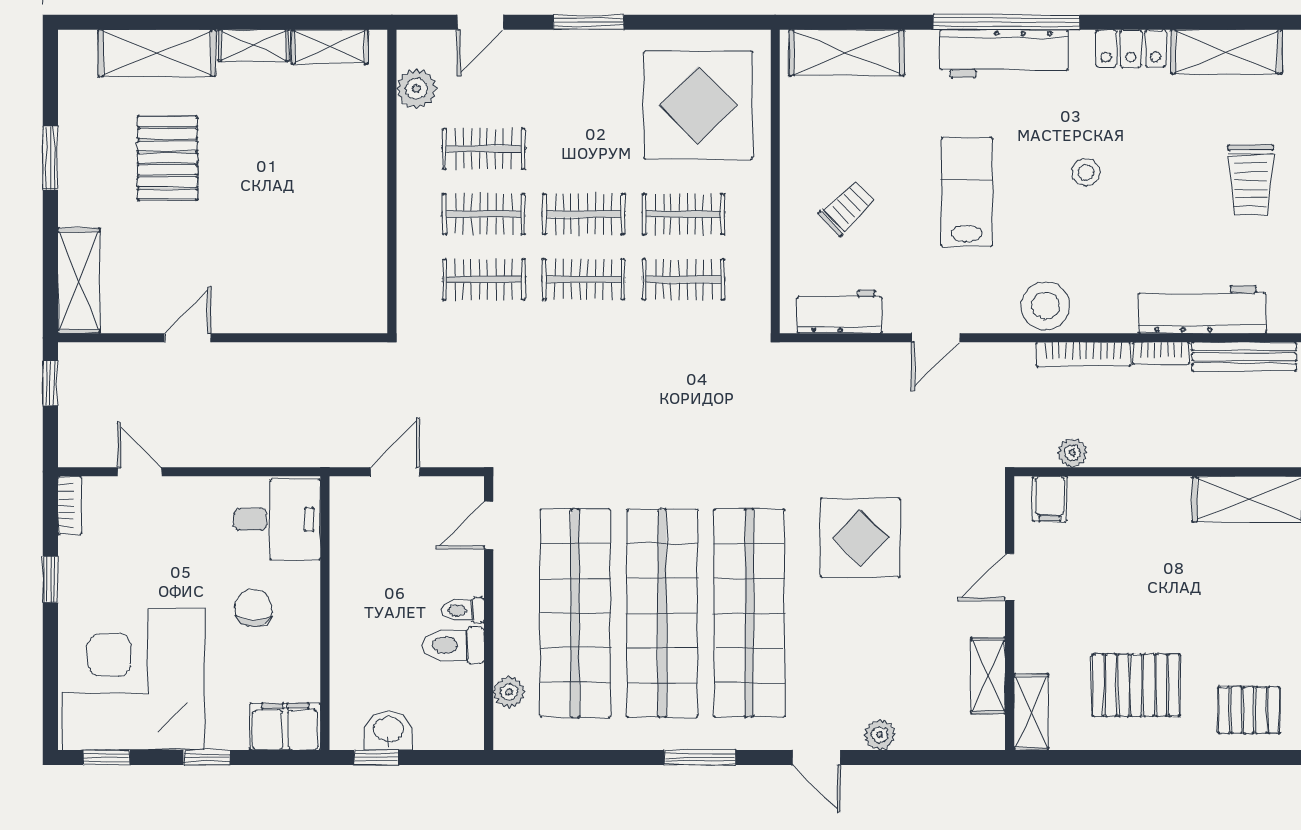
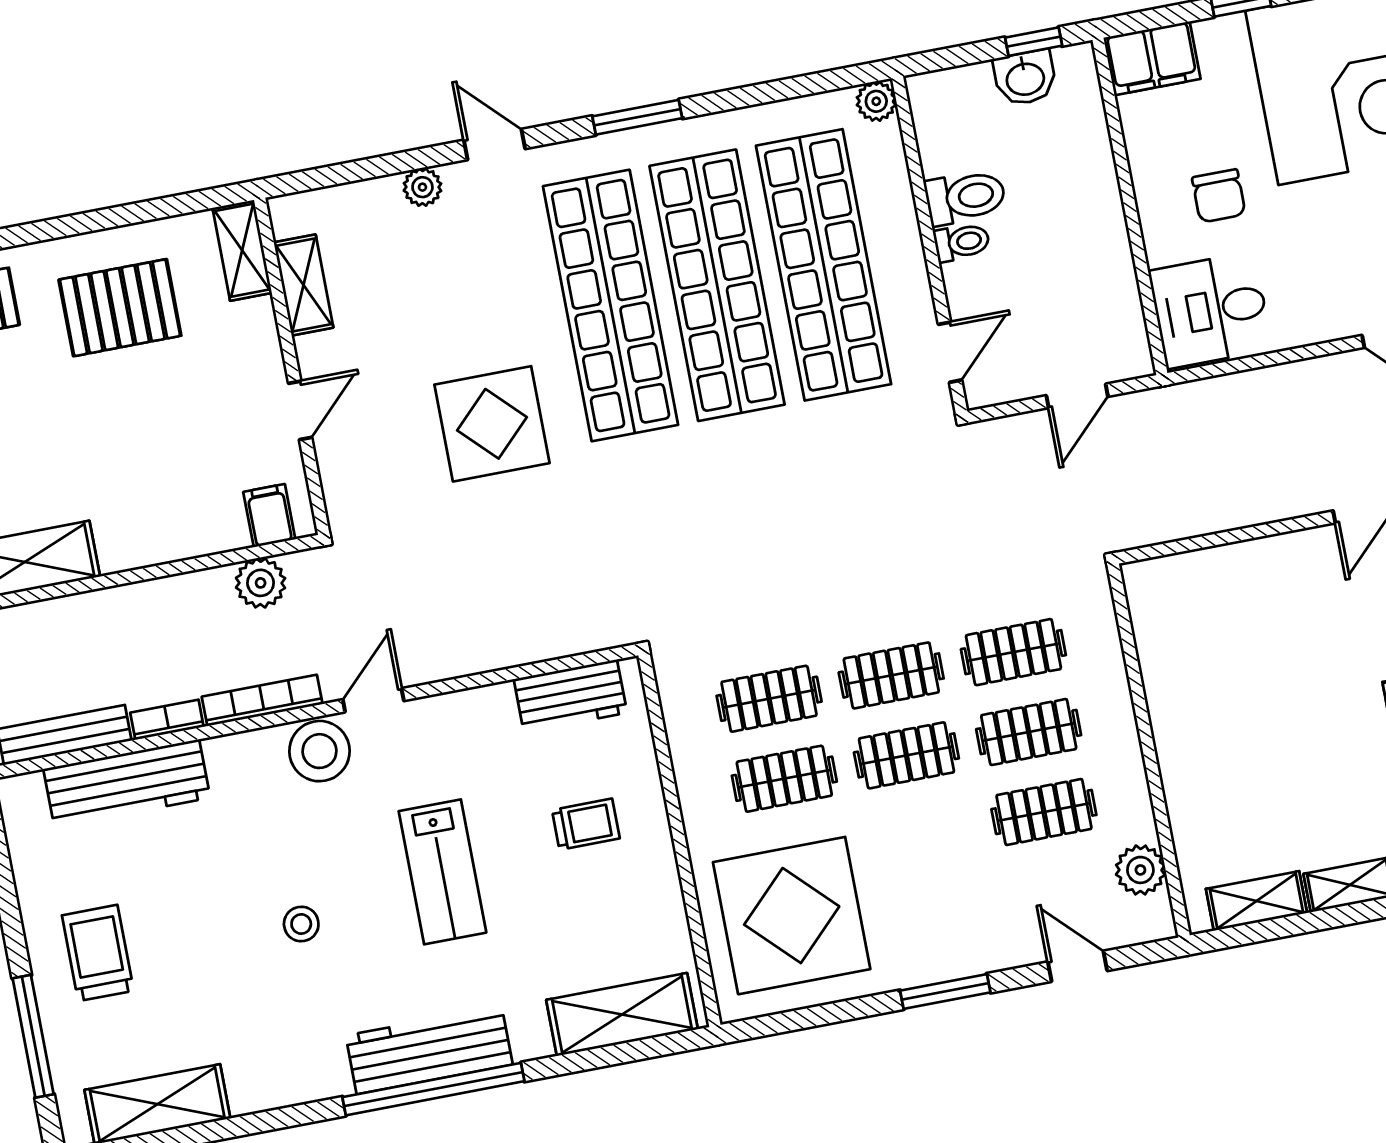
door: (480, 22) -> (1078, 966), hinge flipped
locker: (1131, 48) -> (275, 1086), removed
trolley: (847, 208) -> (586, 824), turned -136
door: (935, 338) -> (373, 700), moved
plant: (1072, 453) -> (261, 583), width x1.38, depth x1.38
plant: (509, 692) -> (876, 101), moved

